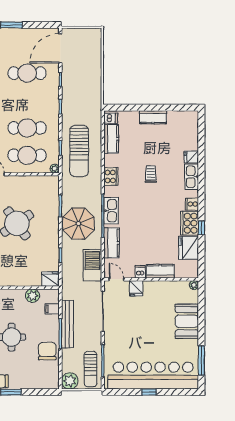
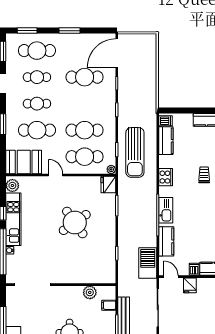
parasol: (78, 224) -> (134, 223), removed
fridge: (51, 279) -> (108, 184), moved, turned -90

